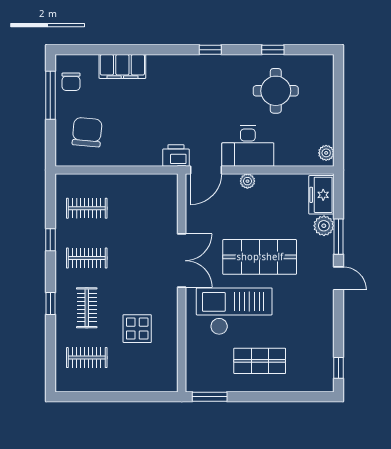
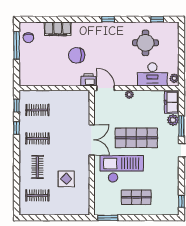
window: (273, 50) -> (157, 19), moved
chair: (87, 132) -> (77, 55), moved, turned -95
desk: (248, 146) -> (152, 74), moved
door: (206, 170) -> (106, 88), swing flipped
window: (50, 303) -> (17, 106), moved

